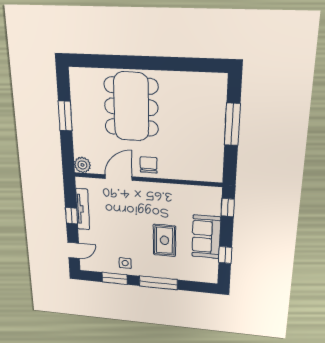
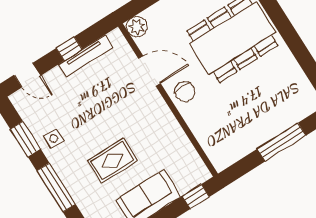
chair: (149, 165) -> (185, 92), turned 90

